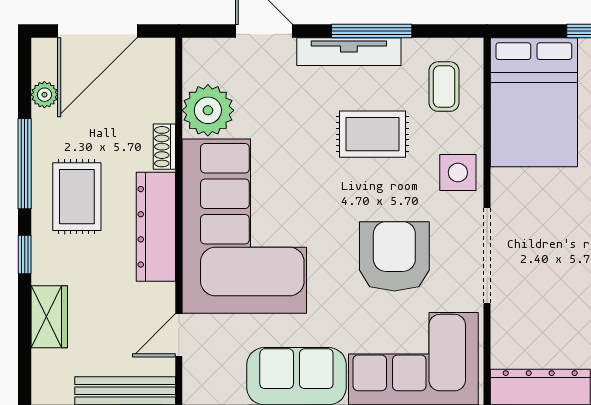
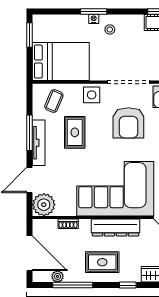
coffee table: (444, 87) -> (54, 101), turned -67
plant: (208, 110) -> (44, 205), moved
shoe rack: (164, 147) -> (68, 224), moved
window: (25, 164) -> (73, 285), moved
armchair: (394, 256) -> (128, 123), turned -90

